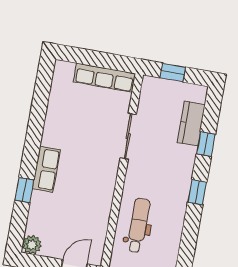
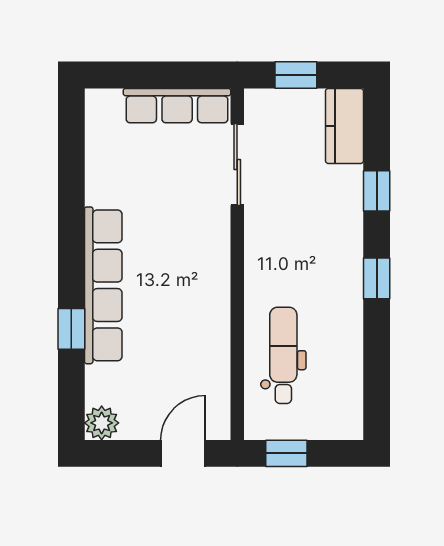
kitchen counter: (191, 123) -> (344, 126), moved
sliding door: (128, 136) -> (237, 164), moved
row of seats: (46, 169) -> (103, 285), width x2.02

